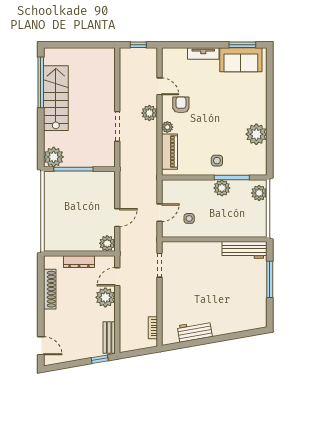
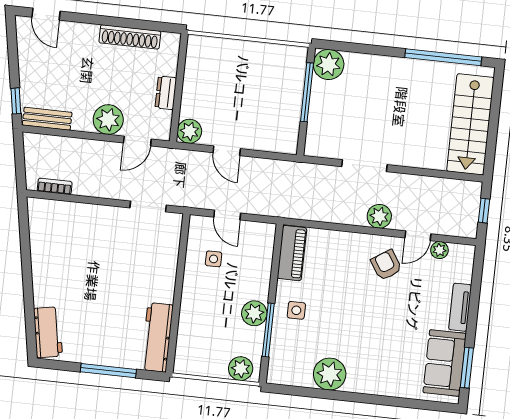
stairs: (56, 98) -> (470, 124), moved, turned 90
armchair: (181, 105) -> (386, 265), turned -123
plant: (167, 127) -> (439, 250), moved
piano: (169, 152) -> (292, 253), moved, turned -90
dresser: (79, 262) -> (166, 93), width x0.70
door: (117, 277) -> (137, 141), swing flipped
workbench: (195, 331) -> (48, 332), moved
door: (41, 346) -> (46, 14), hinge flipped

